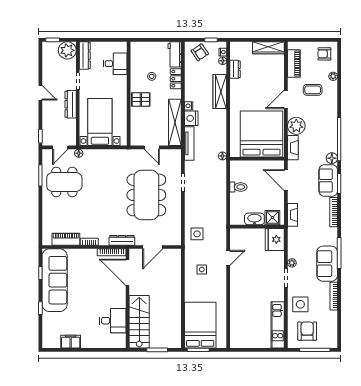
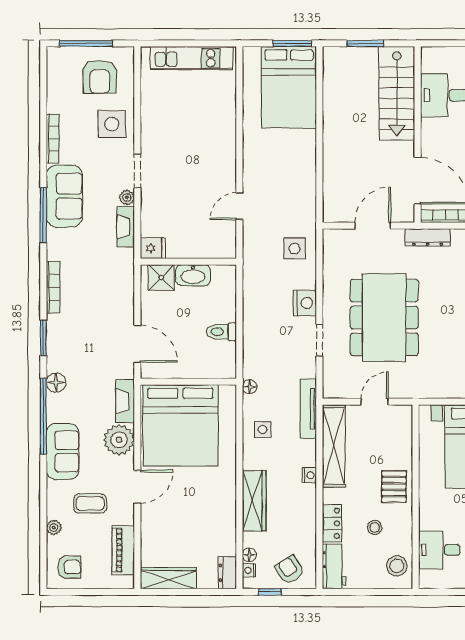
stool: (139, 55) -> (397, 566), added
dresser: (235, 69) -> (227, 573), moved
pallet: (141, 99) -> (394, 487), turned 90
nightstand: (191, 118) -> (305, 303), moved
door: (152, 147) -> (375, 402), hinge flipped
sofa: (328, 181) -> (63, 452), moved
fireplace: (292, 215) -> (126, 227), moved
fridge: (275, 239) -> (153, 248), width x0.53, depth x0.75
side table: (202, 269) -> (263, 429), moved
kitchen unit: (278, 325) -> (192, 58), moved, turned 90

